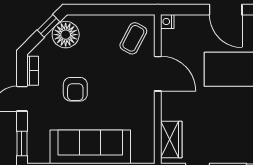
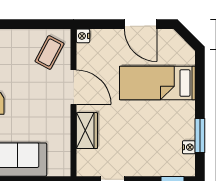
wardrobe: (171, 140) -> (87, 131), moved

